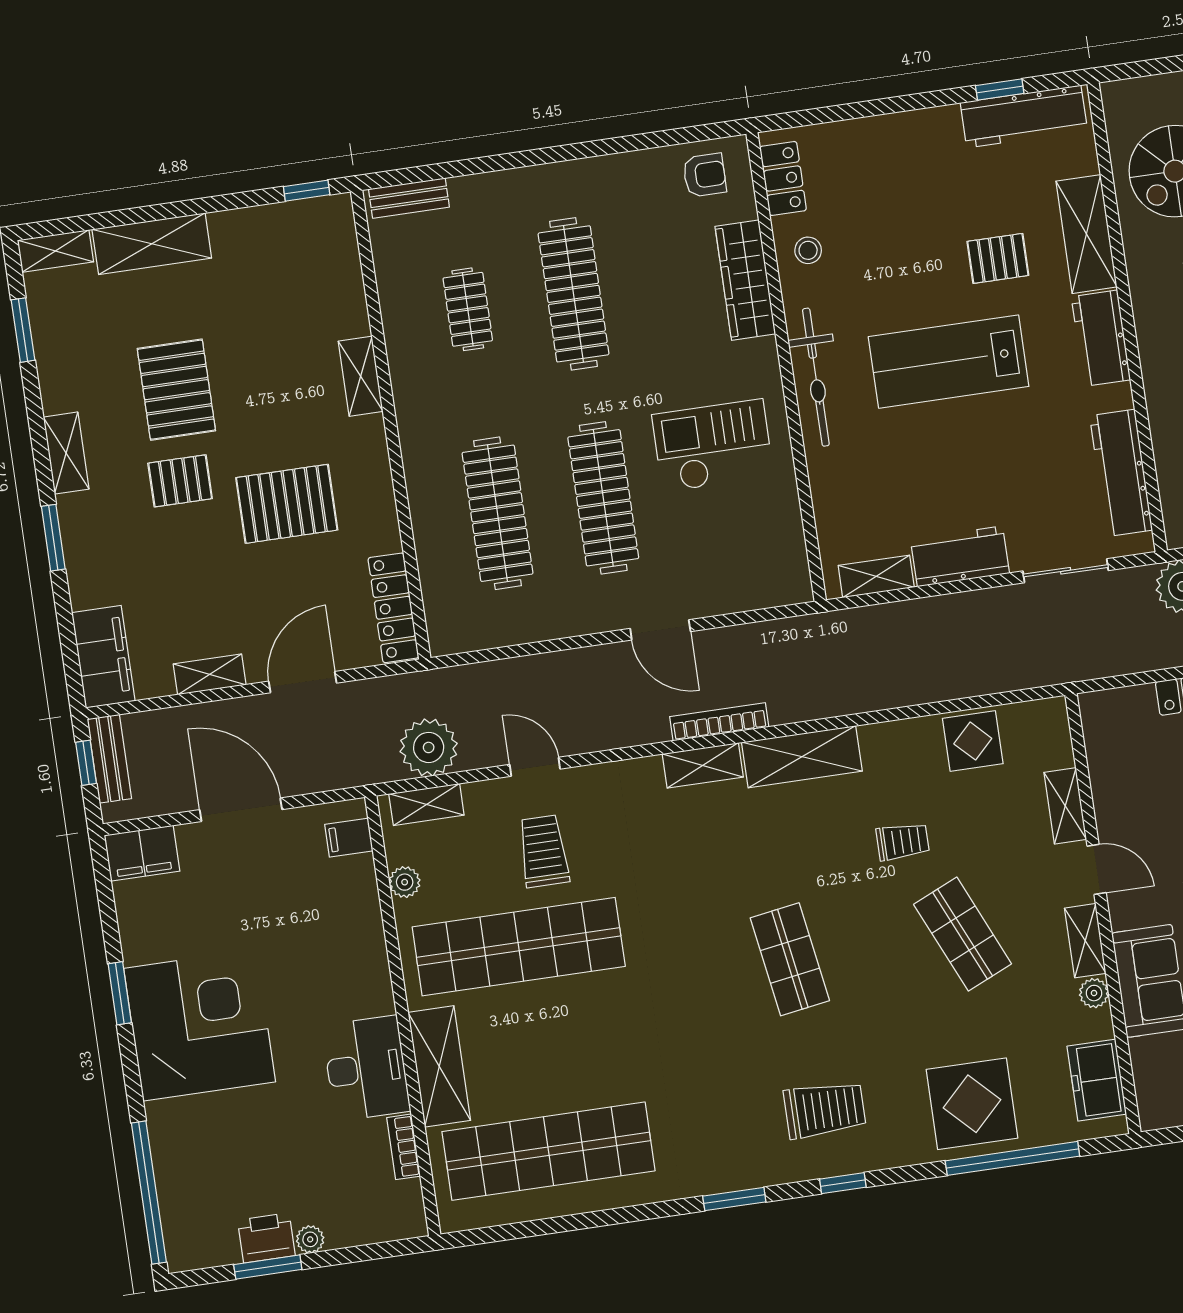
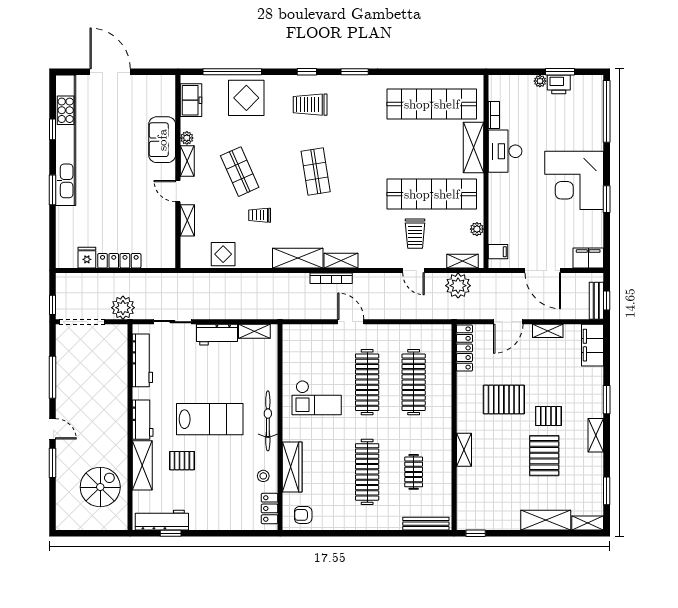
bench: (409, 198) -> (426, 524), width x1.36

